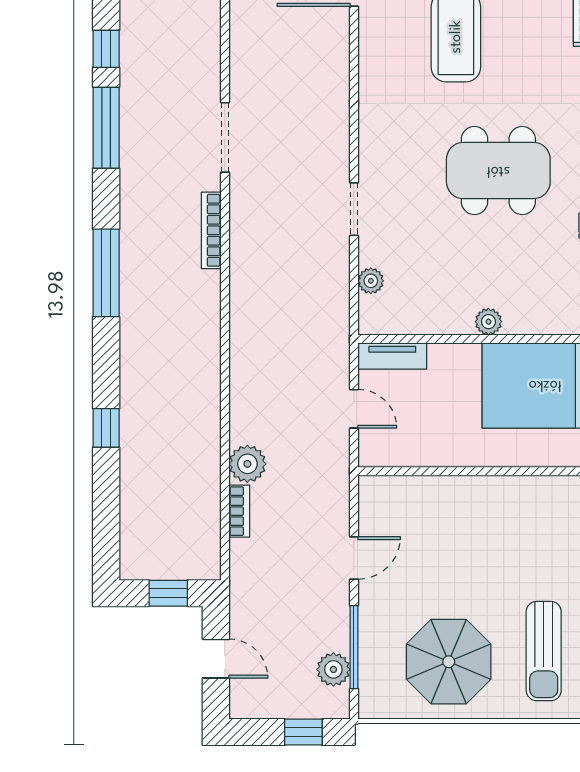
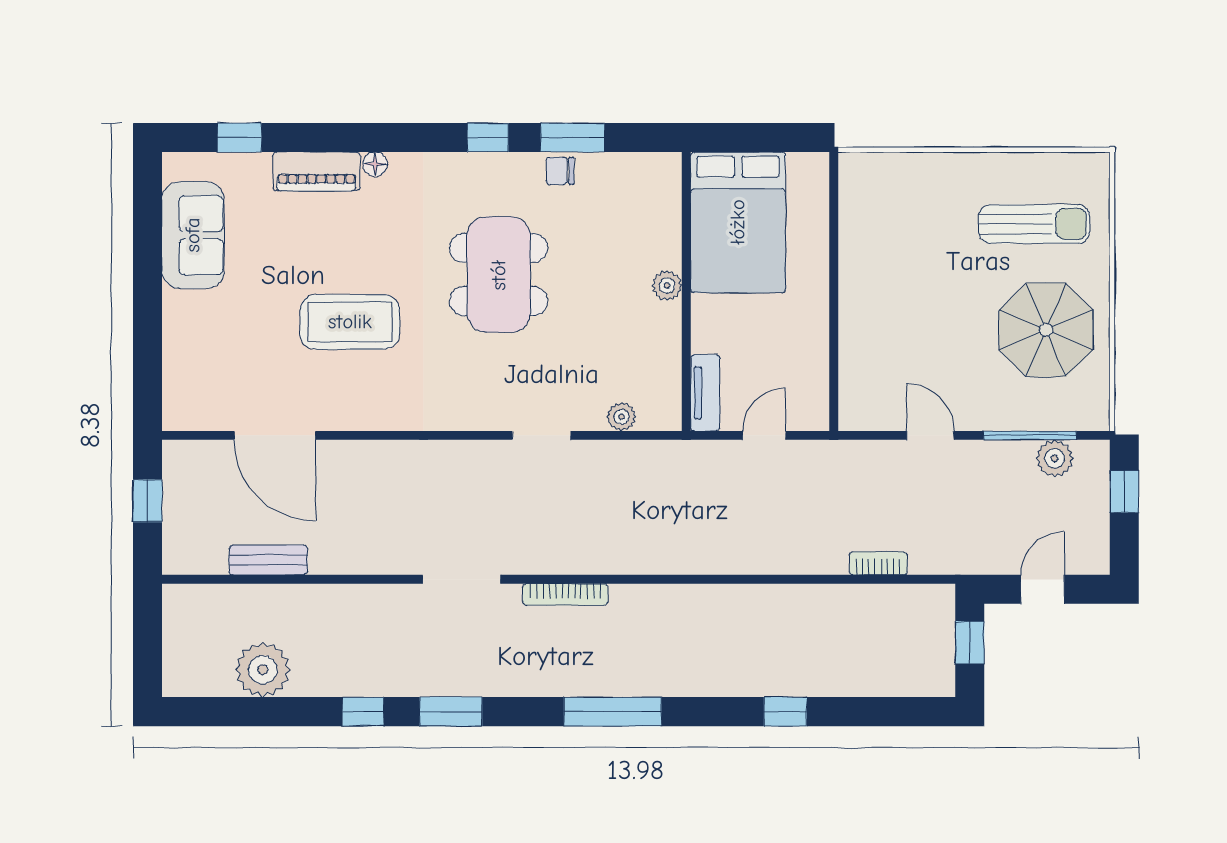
window: (106, 128) -> (451, 712), width x0.69
plant: (247, 464) -> (825, 554), removed

